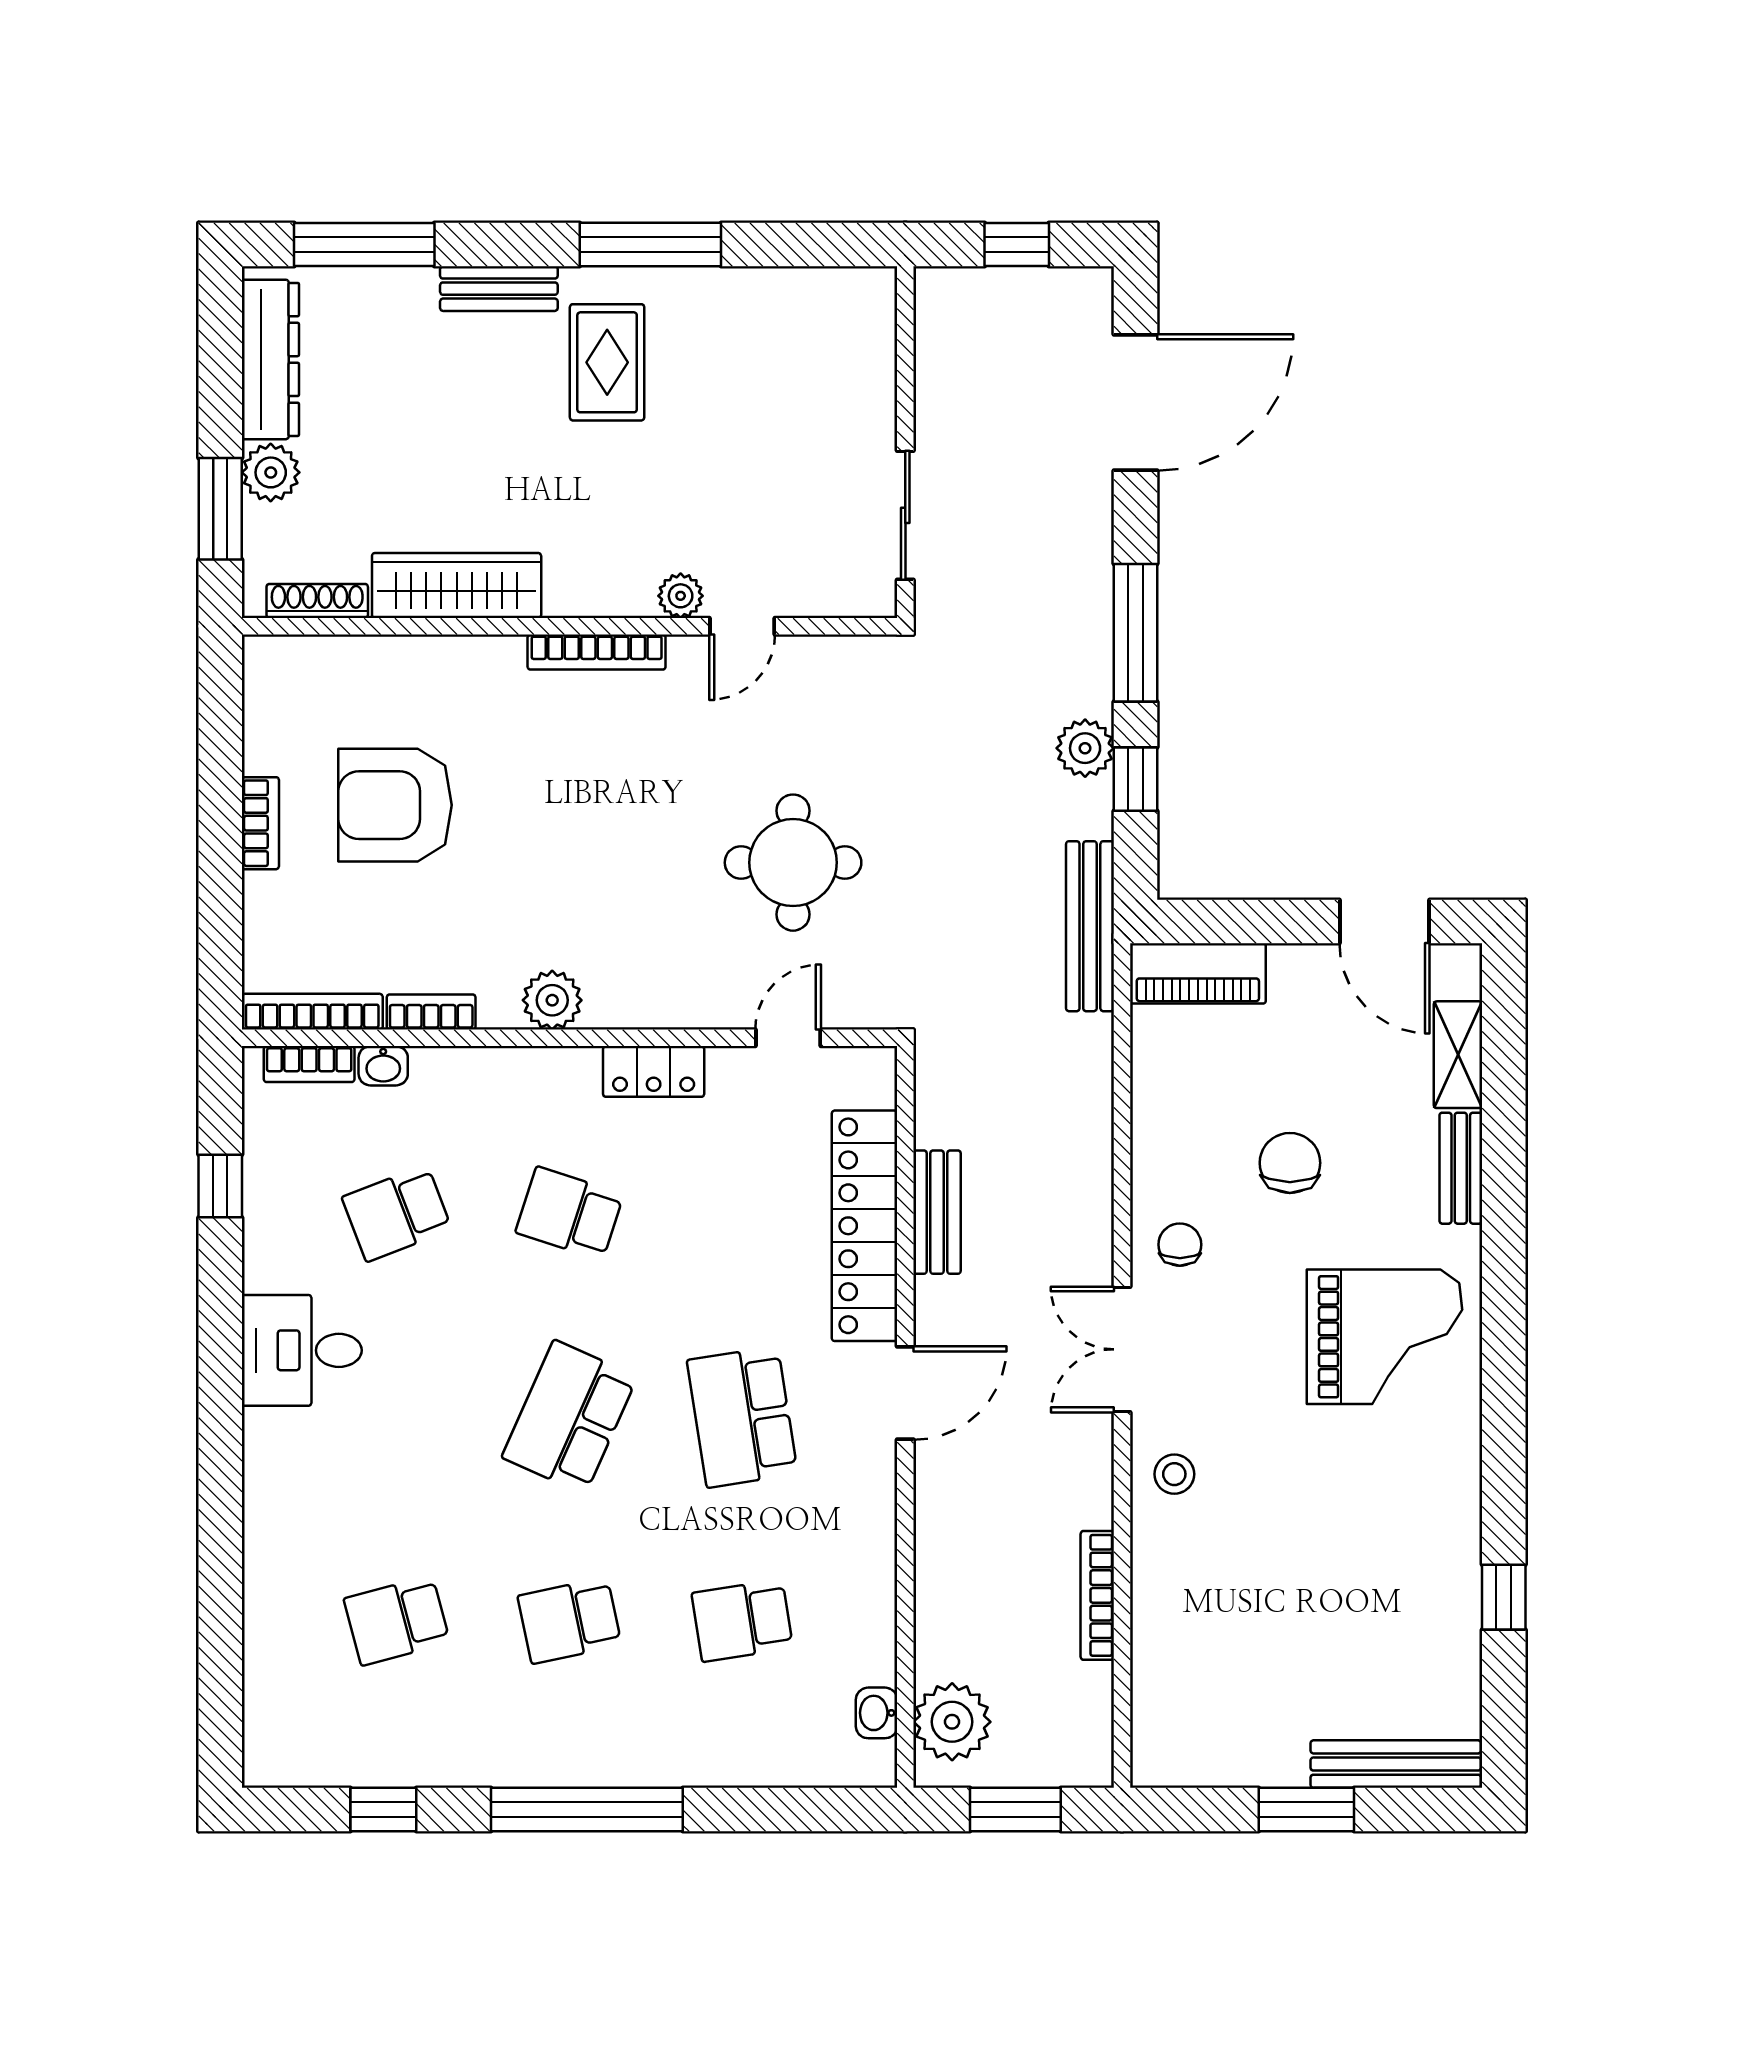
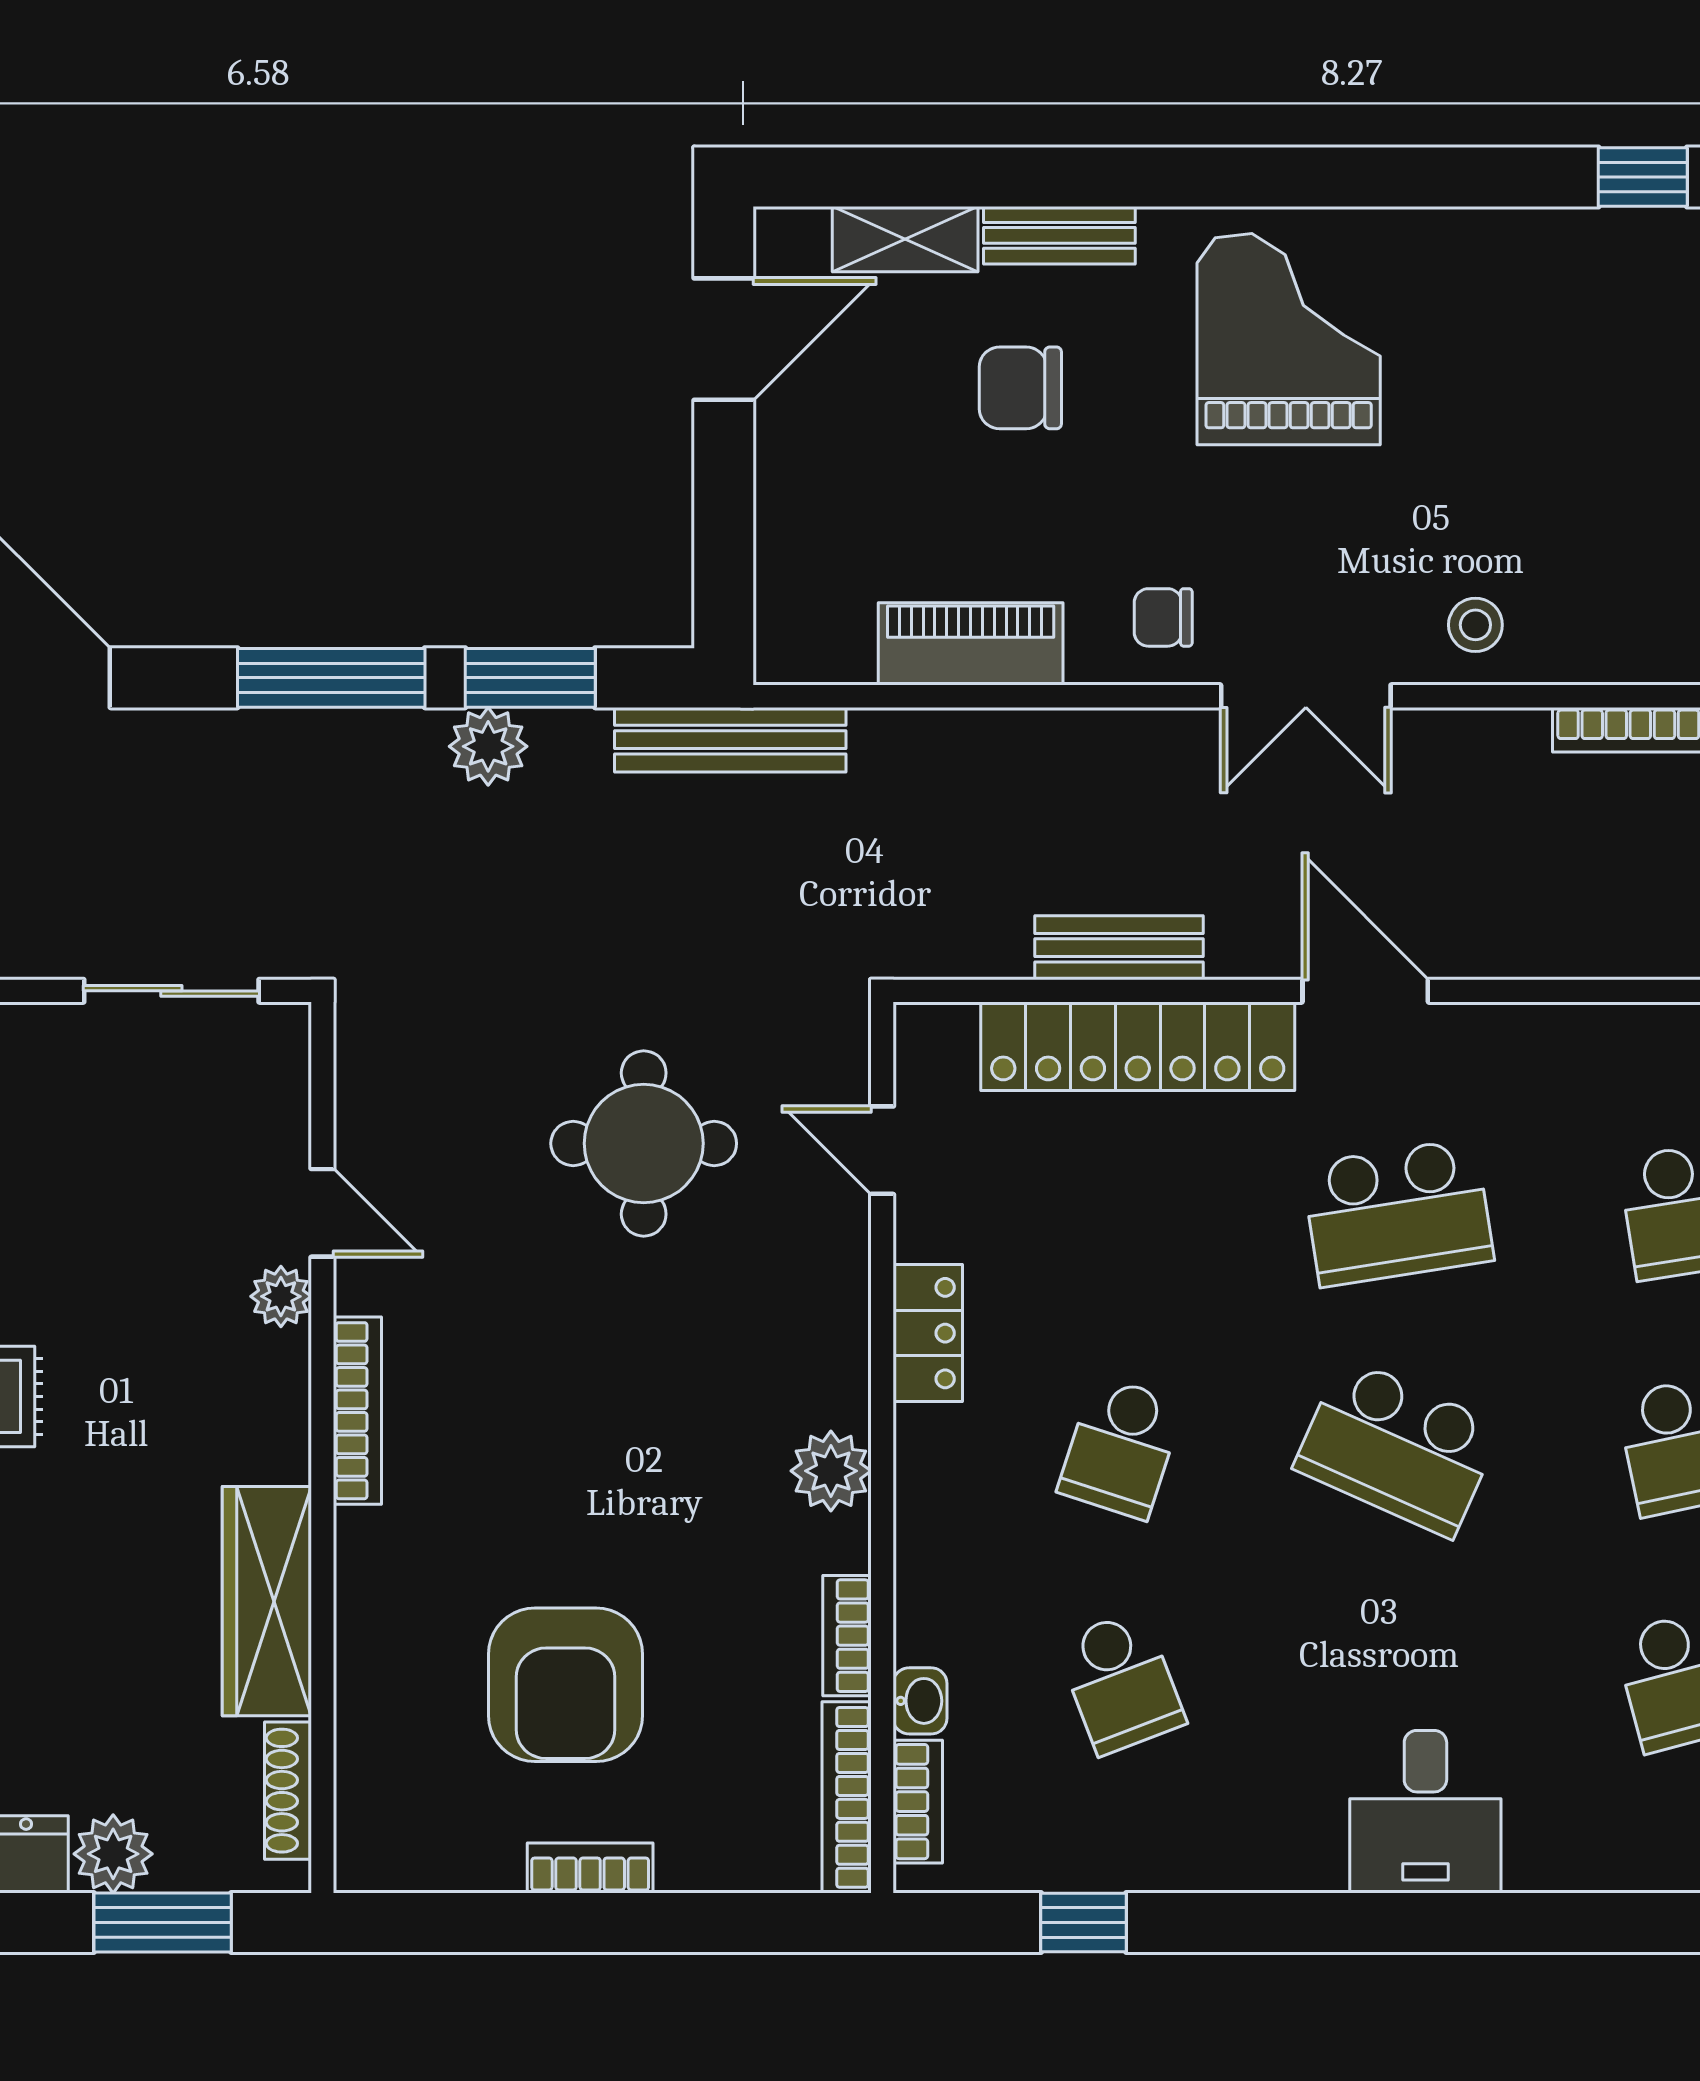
window: (1135, 779) -> (530, 678), width x1.50
piano: (1198, 973) -> (971, 644), moved, turned -90
chair: (1290, 1163) -> (1020, 388), moved
desk: (302, 1350) -> (1425, 1812), moved

